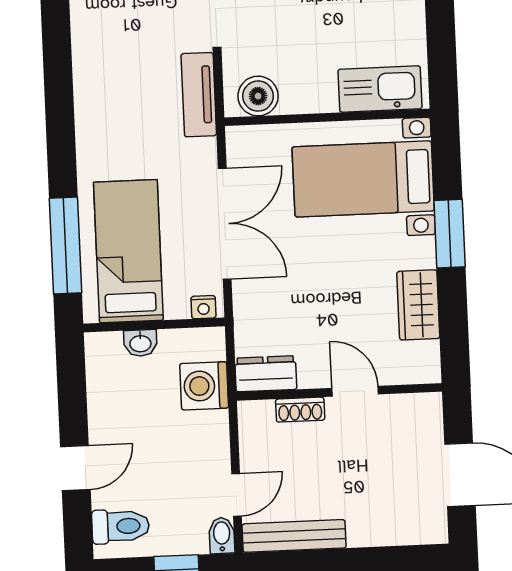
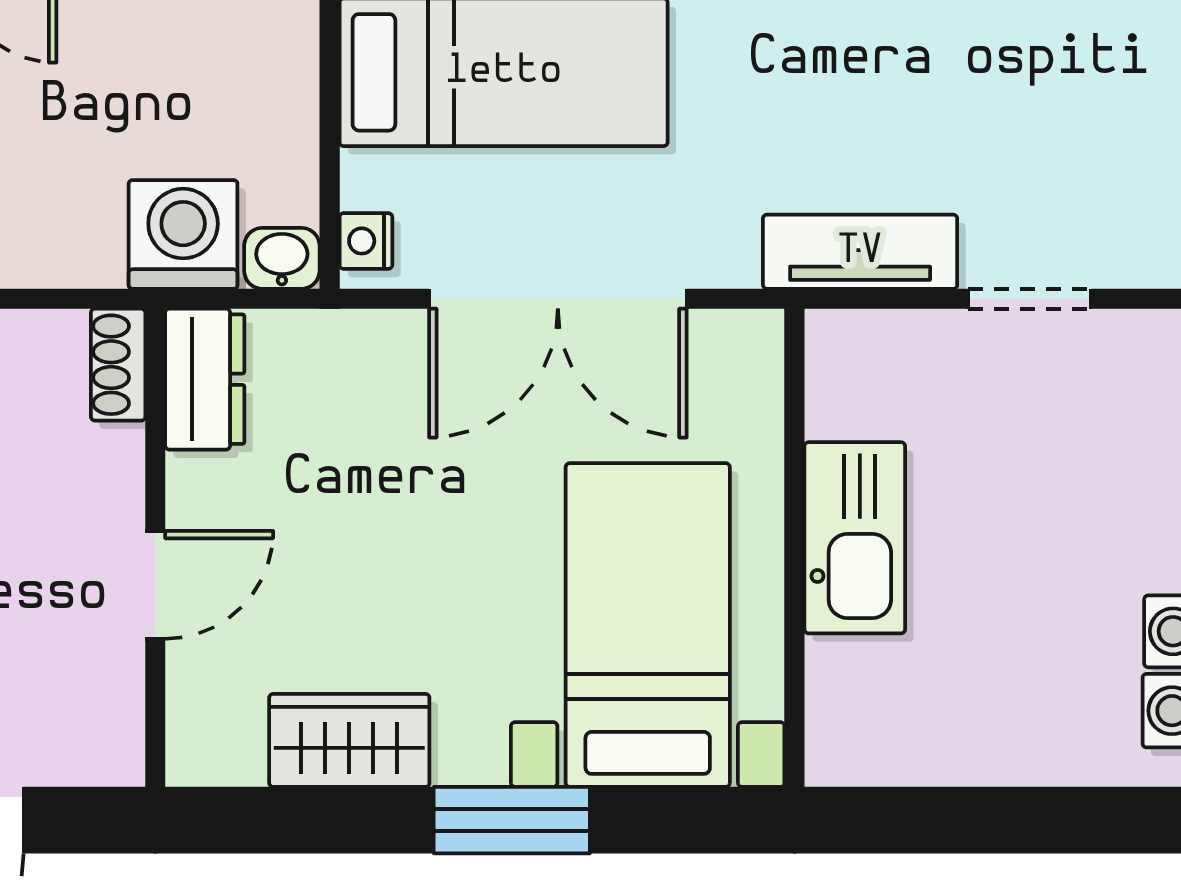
kitchen sink: (380, 89) -> (855, 538), moved
boiler: (258, 96) -> (851, 389), removed
washbasin: (140, 343) -> (282, 258), moved, turned 90
shoe rack: (300, 410) -> (118, 365), moved

